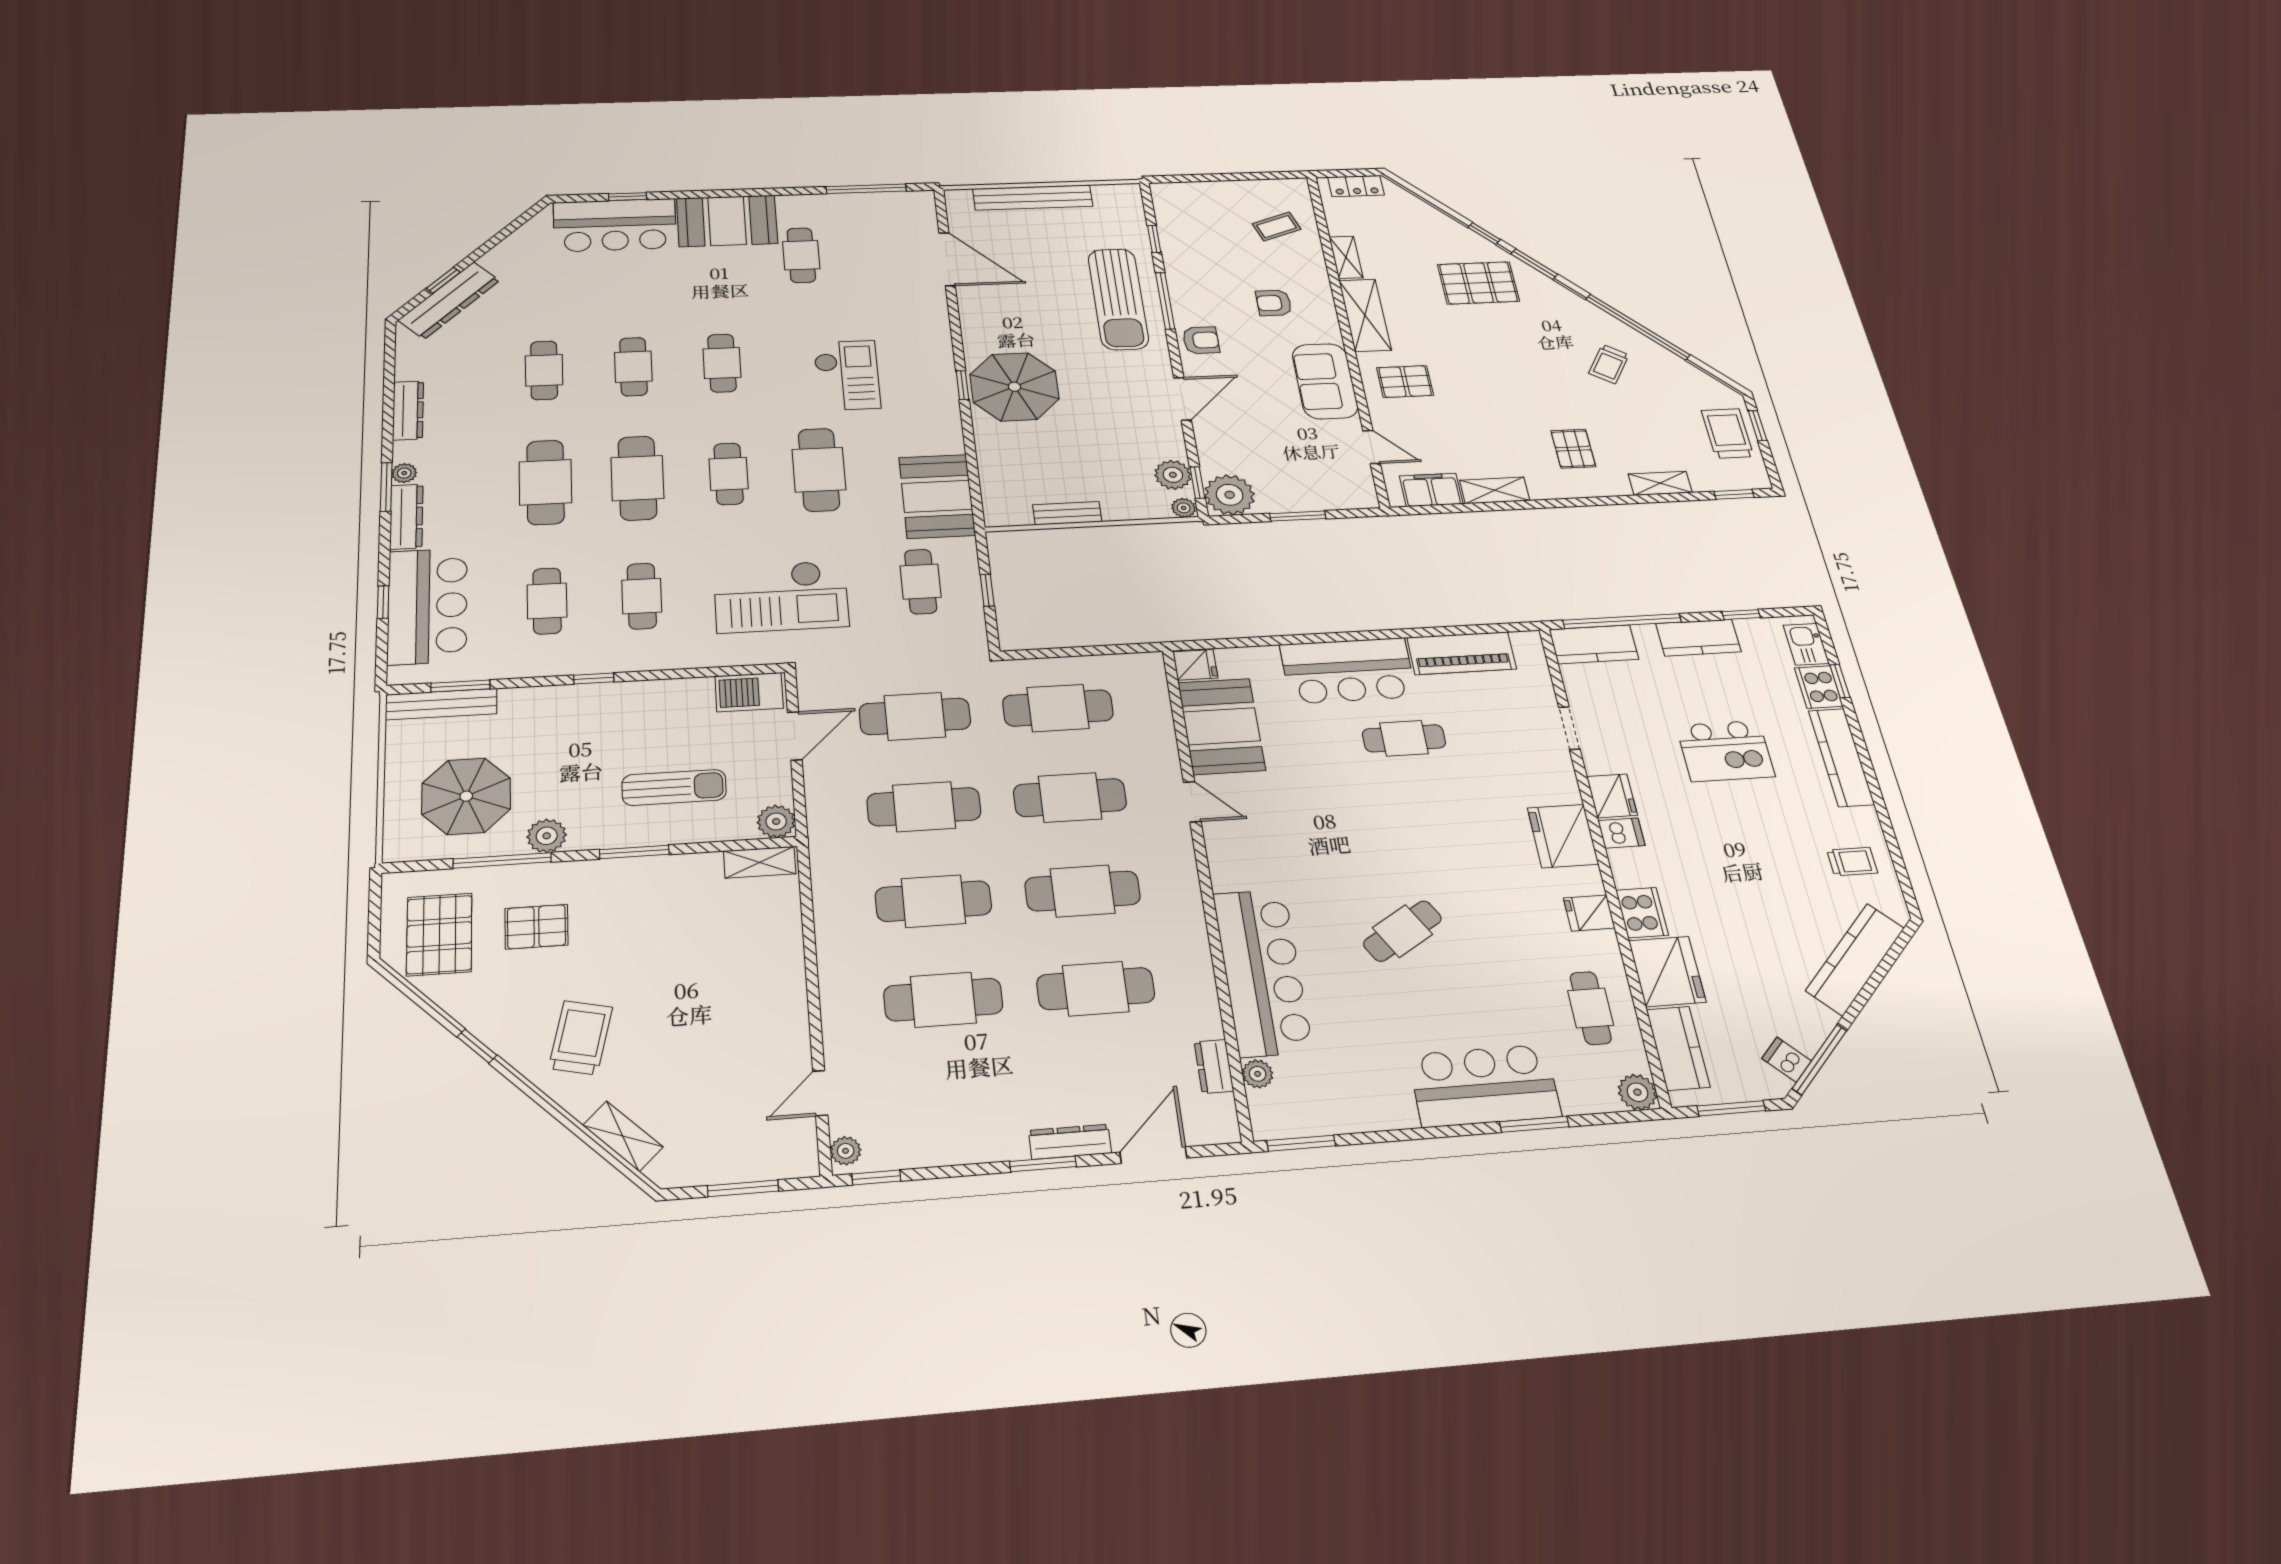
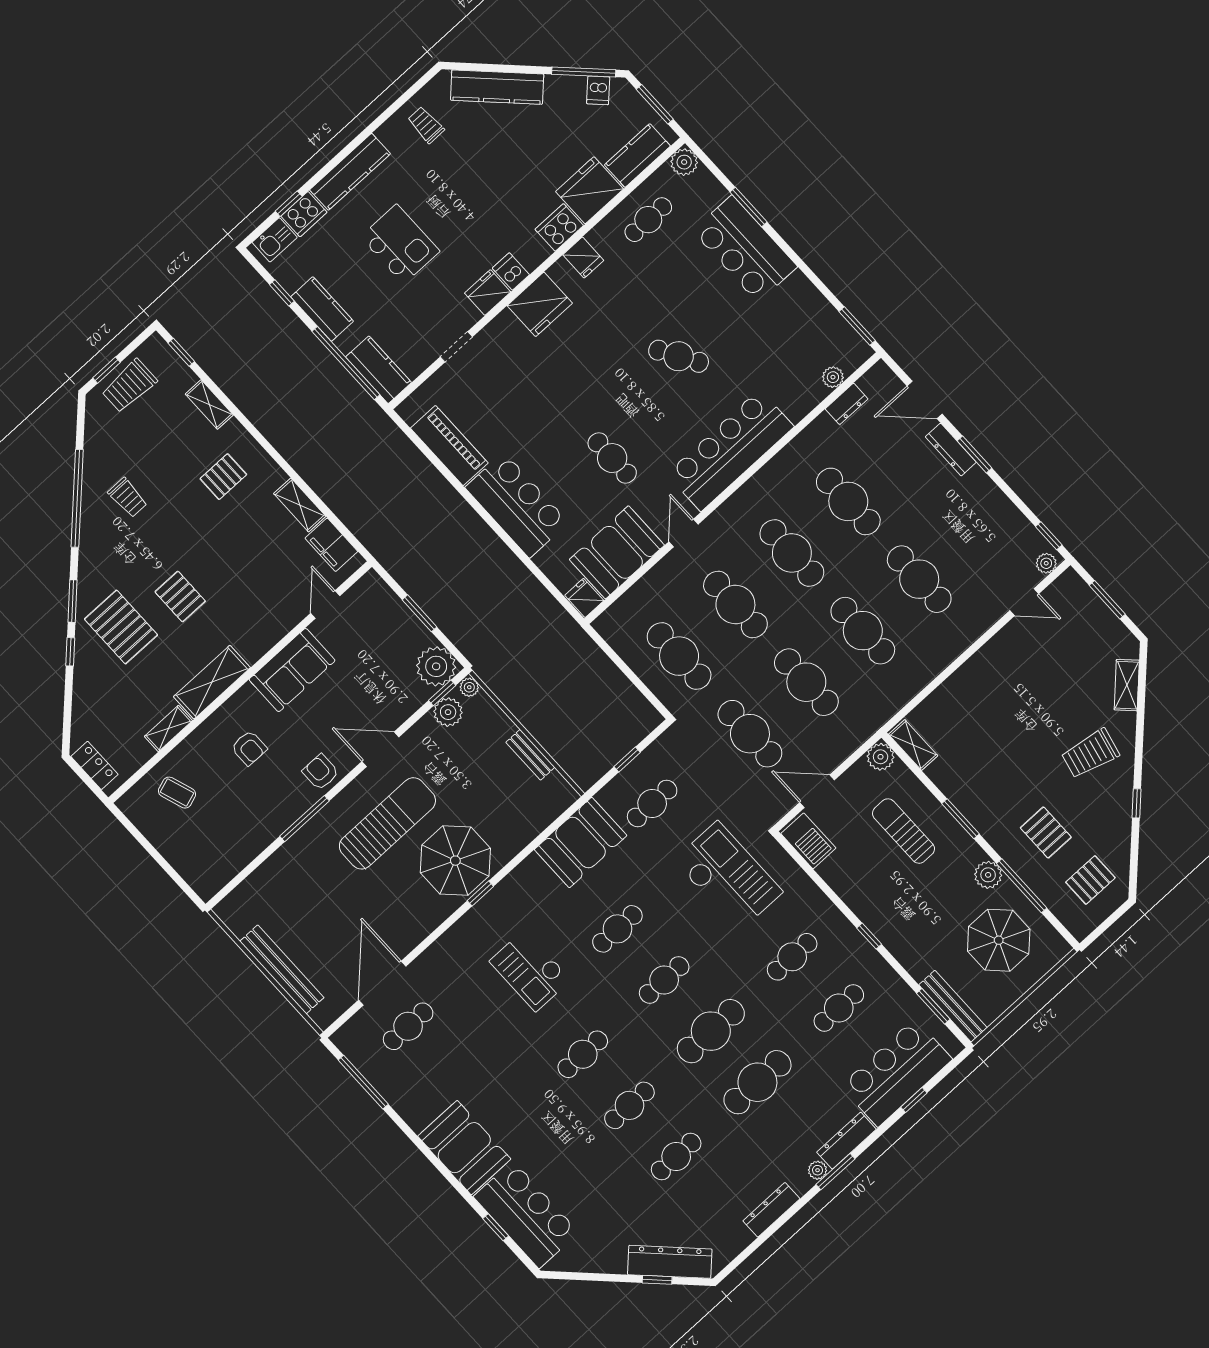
window: (1154, 239) -> (254, 864), removed
cafe table: (801, 255) -> (408, 1026), moved
sun lounger: (1118, 299) -> (387, 823), moved
trolley: (1609, 364) -> (128, 498), turned 58
checkout: (847, 375) -> (530, 970), turned -90
pallet: (1405, 382) -> (180, 597), moved
cafe table: (819, 470) -> (617, 929), width x0.73, depth x0.74
cafe table: (1404, 738) -> (612, 458), moved
pallet: (439, 934) -> (1090, 880), width x0.67, depth x0.71
bar counter: (1262, 972) -> (730, 450), moved

